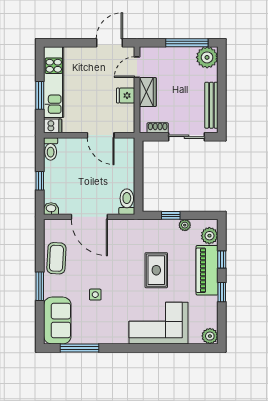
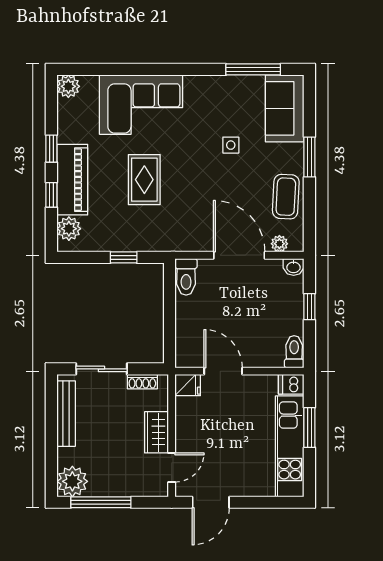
fridge: (126, 95) -> (188, 385), moved
plant: (185, 225) -> (279, 244), moved

